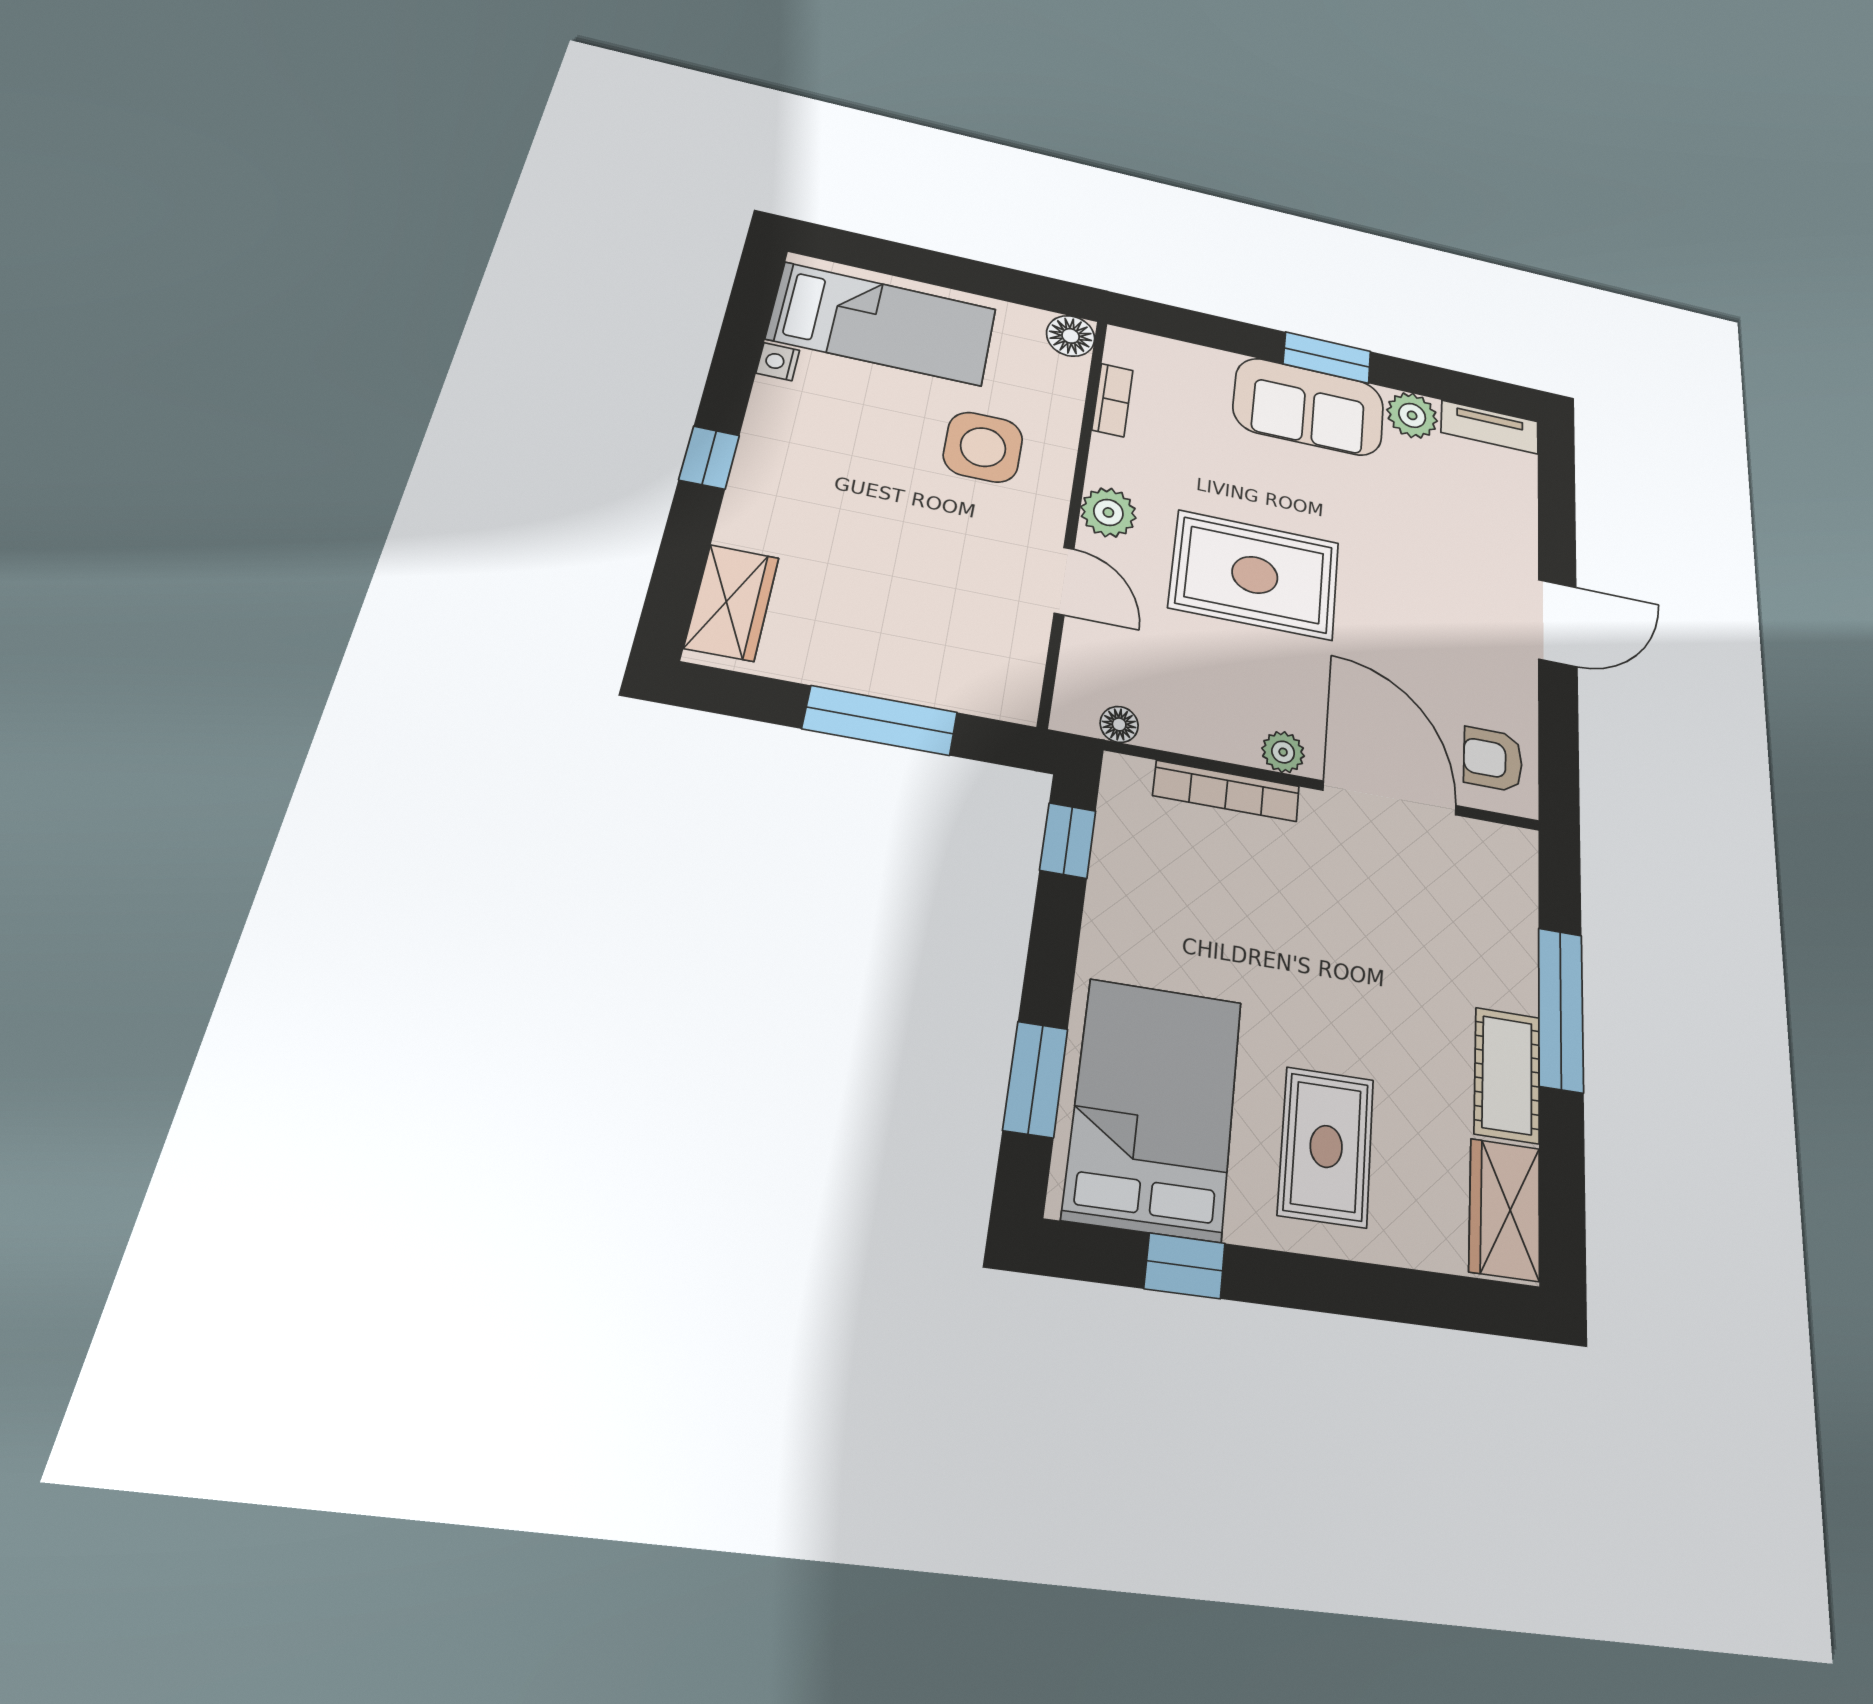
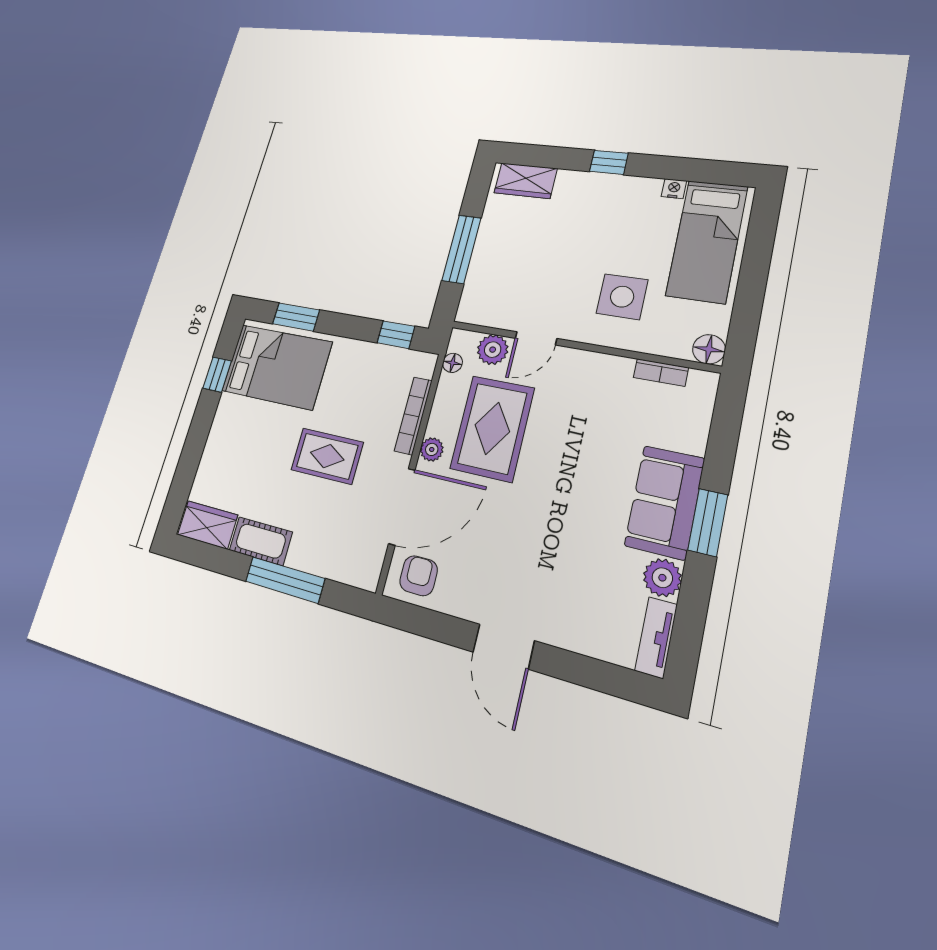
plant: (1108, 512) -> (493, 350), moved
rug: (1255, 575) -> (492, 428), moved
rug: (1326, 1146) -> (327, 456), moved

